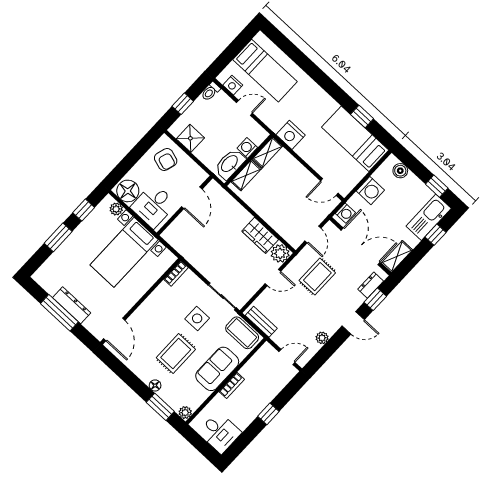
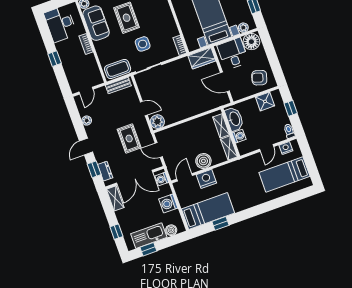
nightstand: (291, 135) -> (206, 179), moved
boiler: (299, 175) -> (203, 161), added
kitchen sink: (429, 217) -> (149, 236), moved, turned -90
wardrobe: (260, 235) -> (202, 58), moved, turned 180
door: (273, 277) -> (144, 109), swing flipped
sofa: (217, 369) -> (96, 23), moved
desk: (220, 432) -> (60, 24), width x1.37

